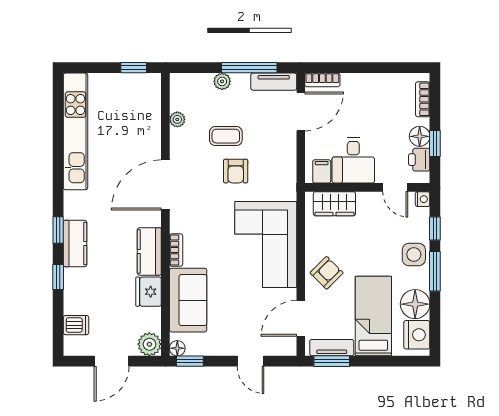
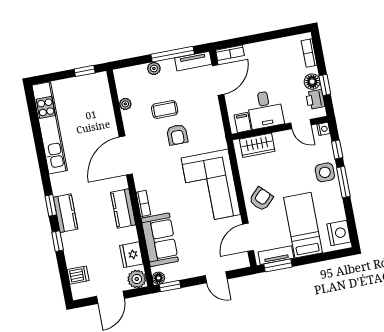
fridge: (149, 292) -> (131, 255), moved
floor lamp: (415, 304) -> (333, 210), removed

